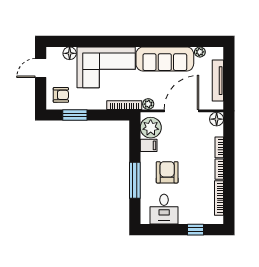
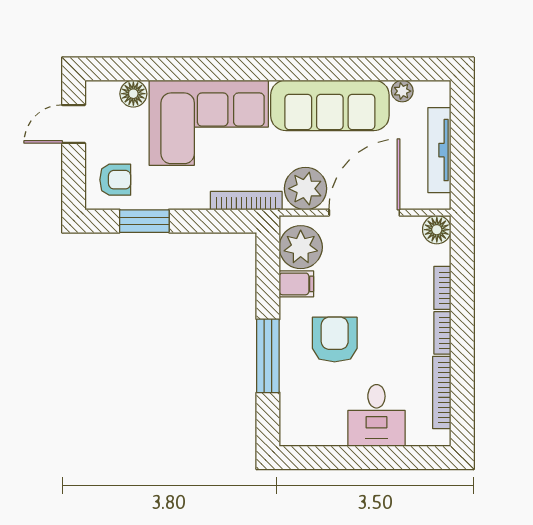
plant: (148, 104) -> (305, 189), width x1.87, depth x1.87
desk: (164, 209) -> (376, 415), moved
window: (195, 230) -> (393, 458), removed

